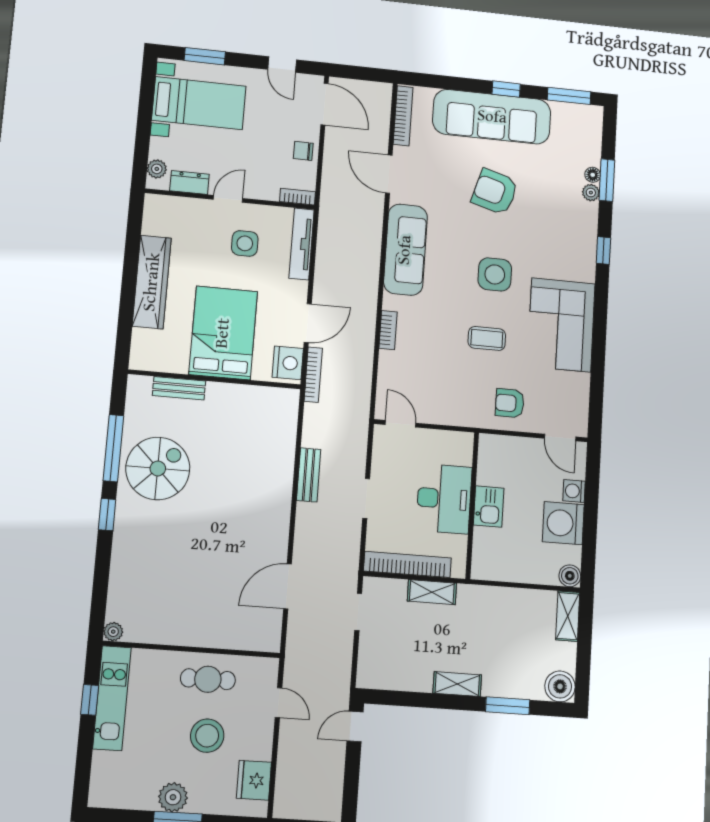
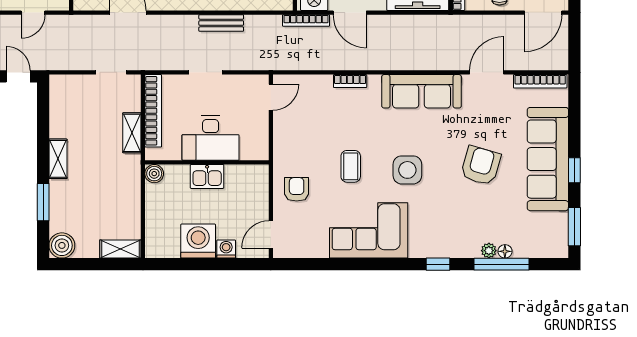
window: (607, 180) -> (501, 264), width x1.44
boiler: (570, 576) -> (154, 174), moved

